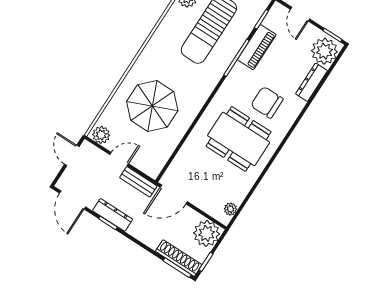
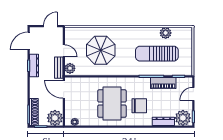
chair: (267, 102) -> (139, 106), turned 90
plant: (101, 135) -> (70, 68), moved

